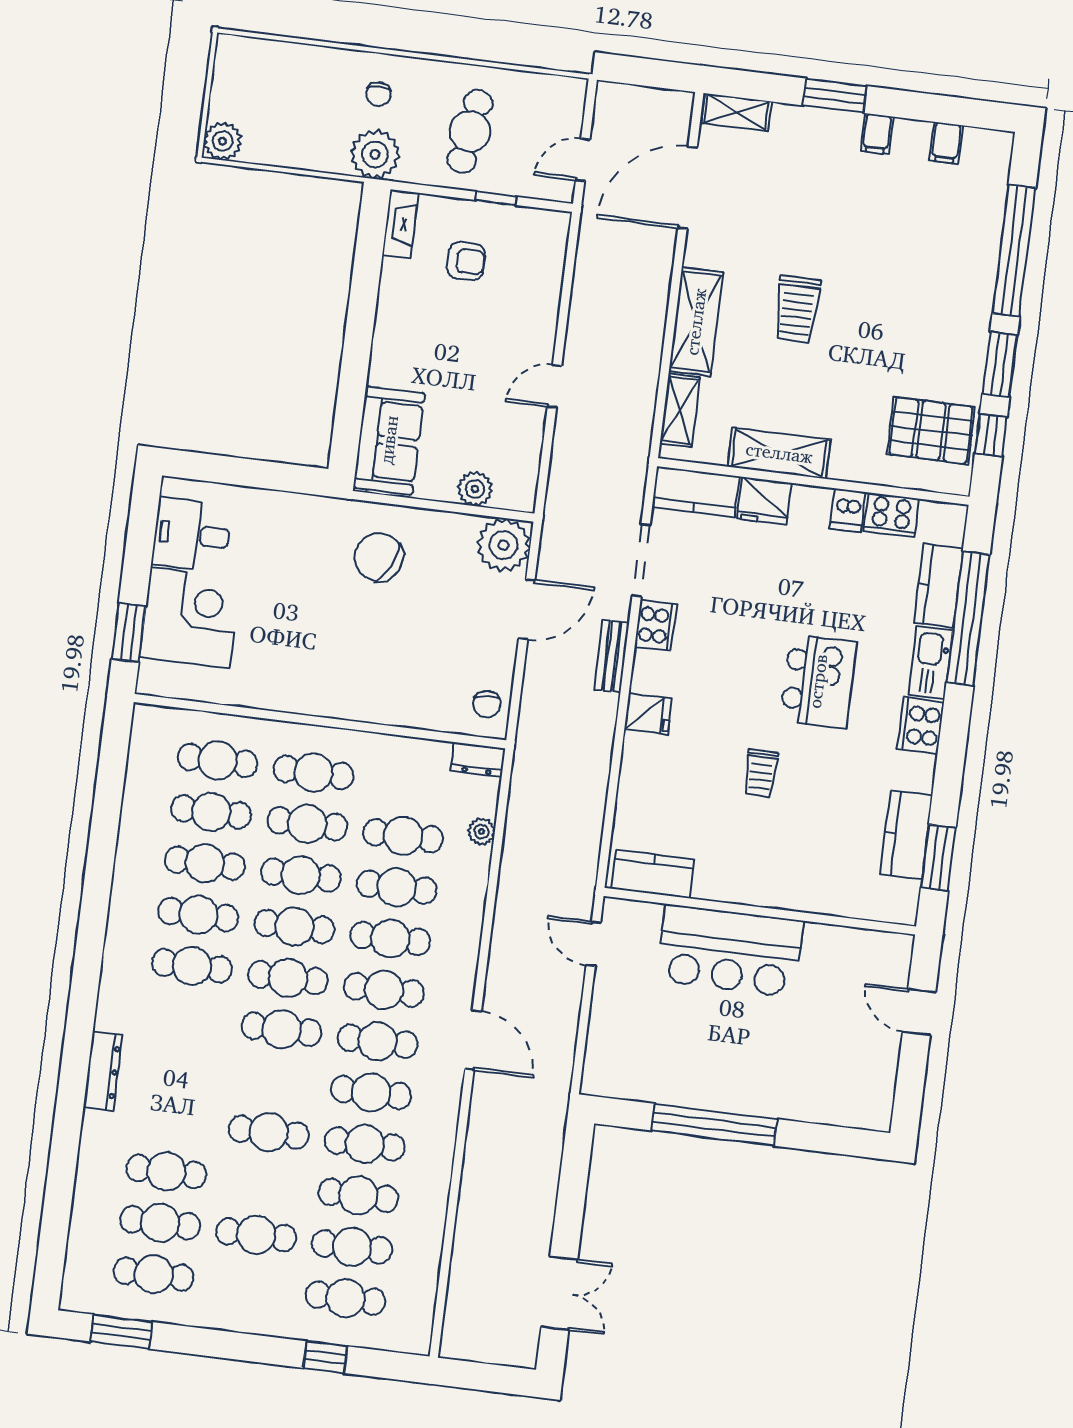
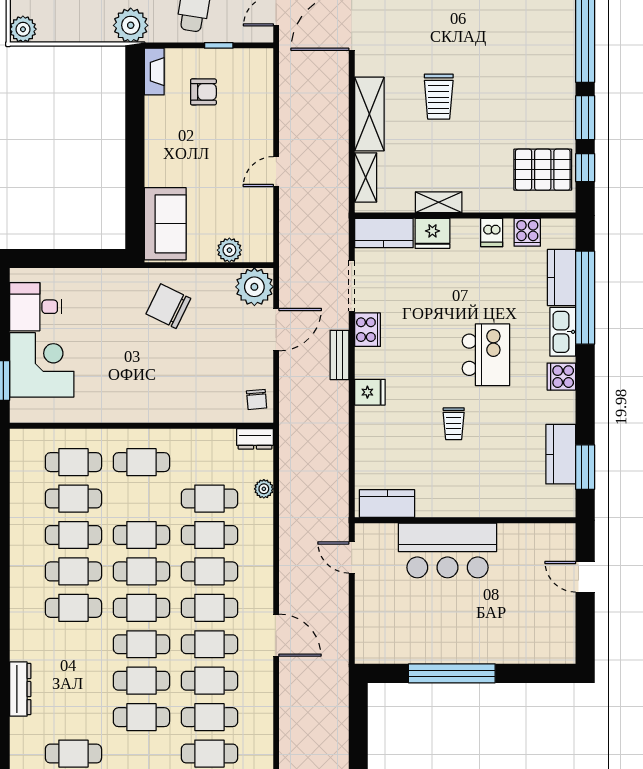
shelving: (779, 453) -> (439, 202), width x0.67, depth x0.75
cooker: (891, 515) -> (527, 232), width x0.73
cooker: (921, 726) -> (561, 377), width x0.73
cafe table: (307, 824) -> (141, 681), moved

